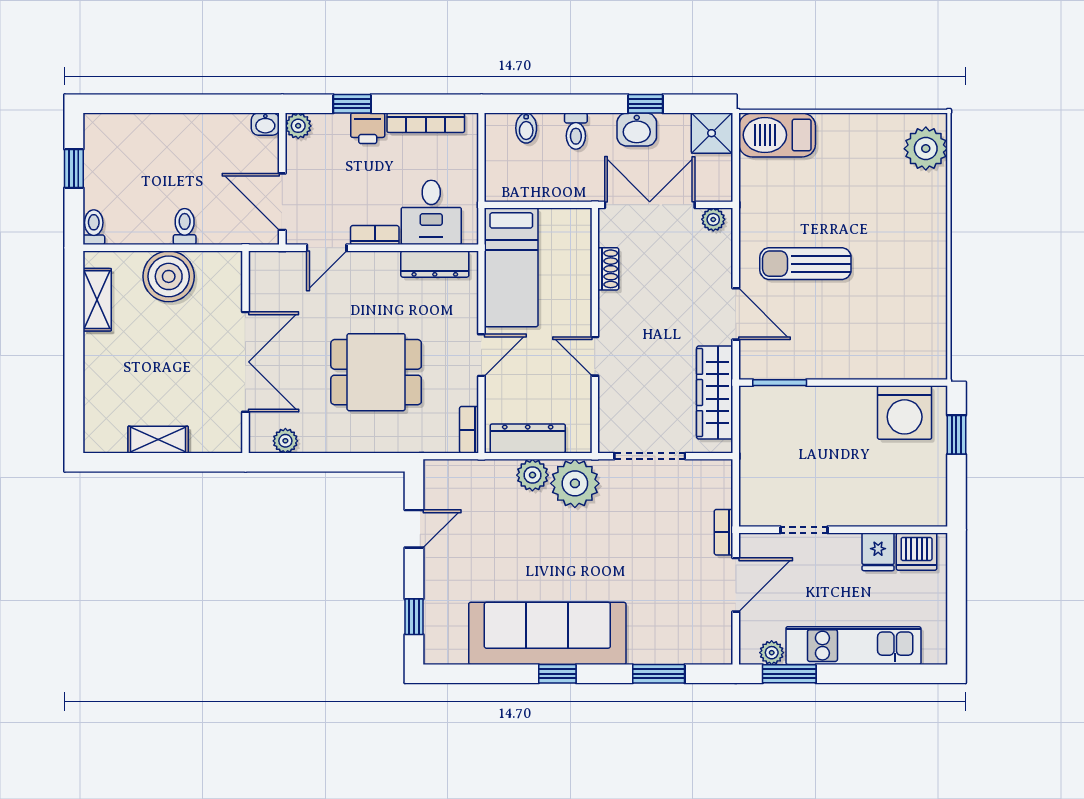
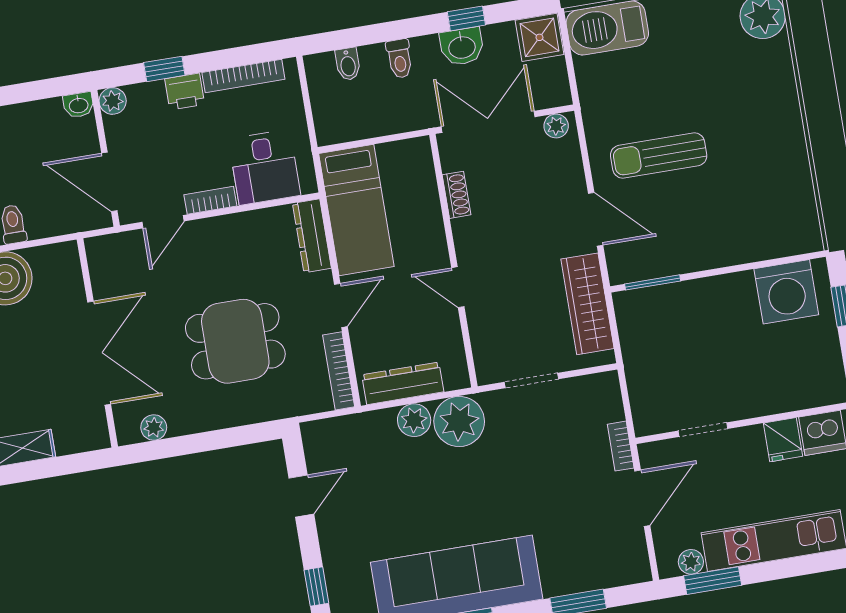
dresser: (435, 264) -> (312, 236), moved, turned 90
bookcase: (469, 430) -> (339, 371), width x1.56
doorway: (650, 456) -> (532, 381), width x0.73

